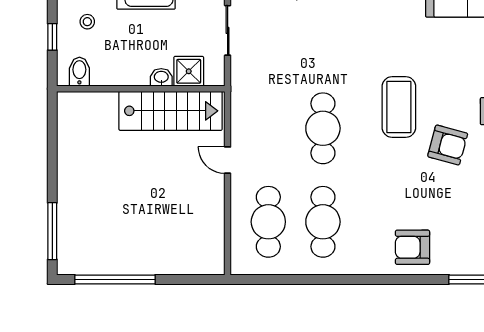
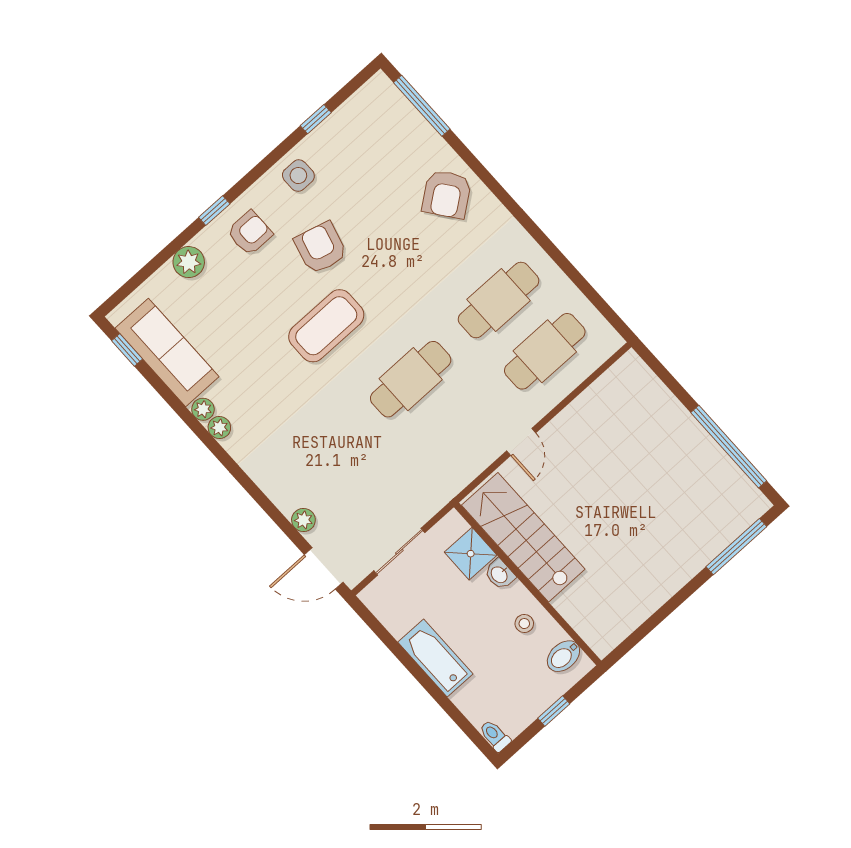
stool: (87, 22) -> (524, 624), moved
armchair: (412, 247) -> (447, 194), turned 53

